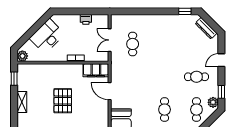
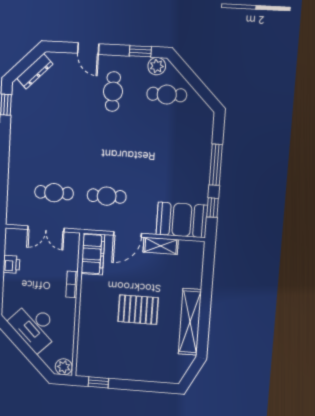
shelving: (22, 102) -> (161, 246), moved
cafe table: (165, 110) -> (107, 196), moved

